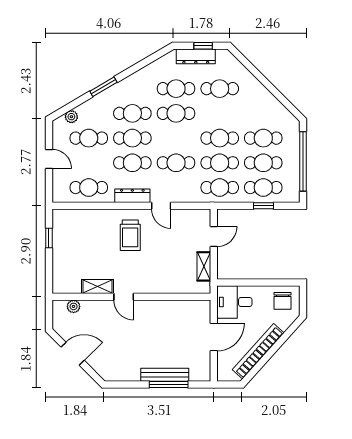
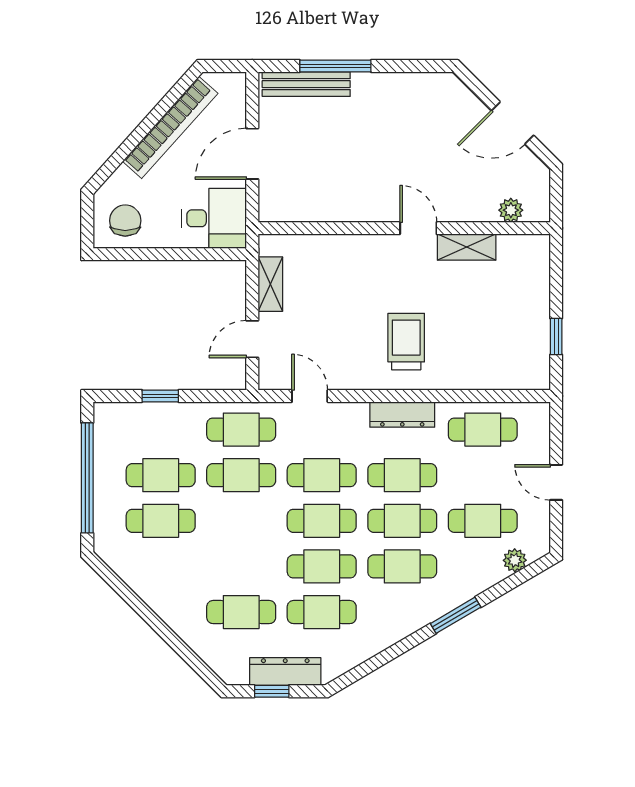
cafe table: (220, 138) -> (322, 521), moved
cafe table: (263, 188) -> (161, 430), removed
door: (161, 206) -> (310, 396), moved
bench: (165, 375) -> (306, 84), moved

